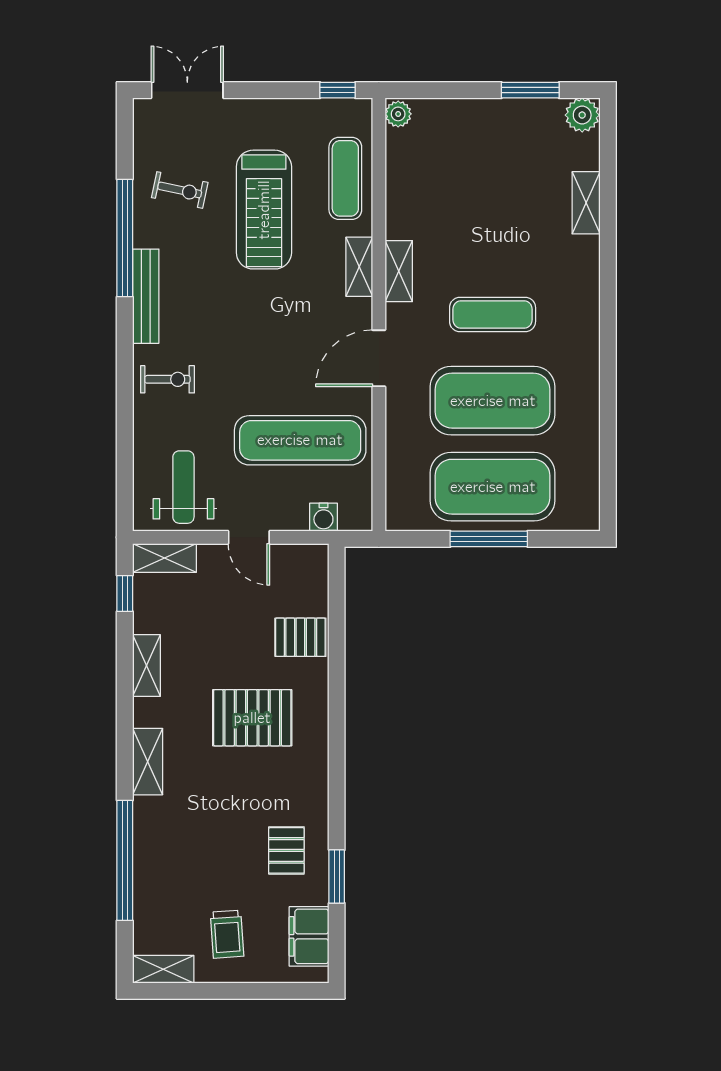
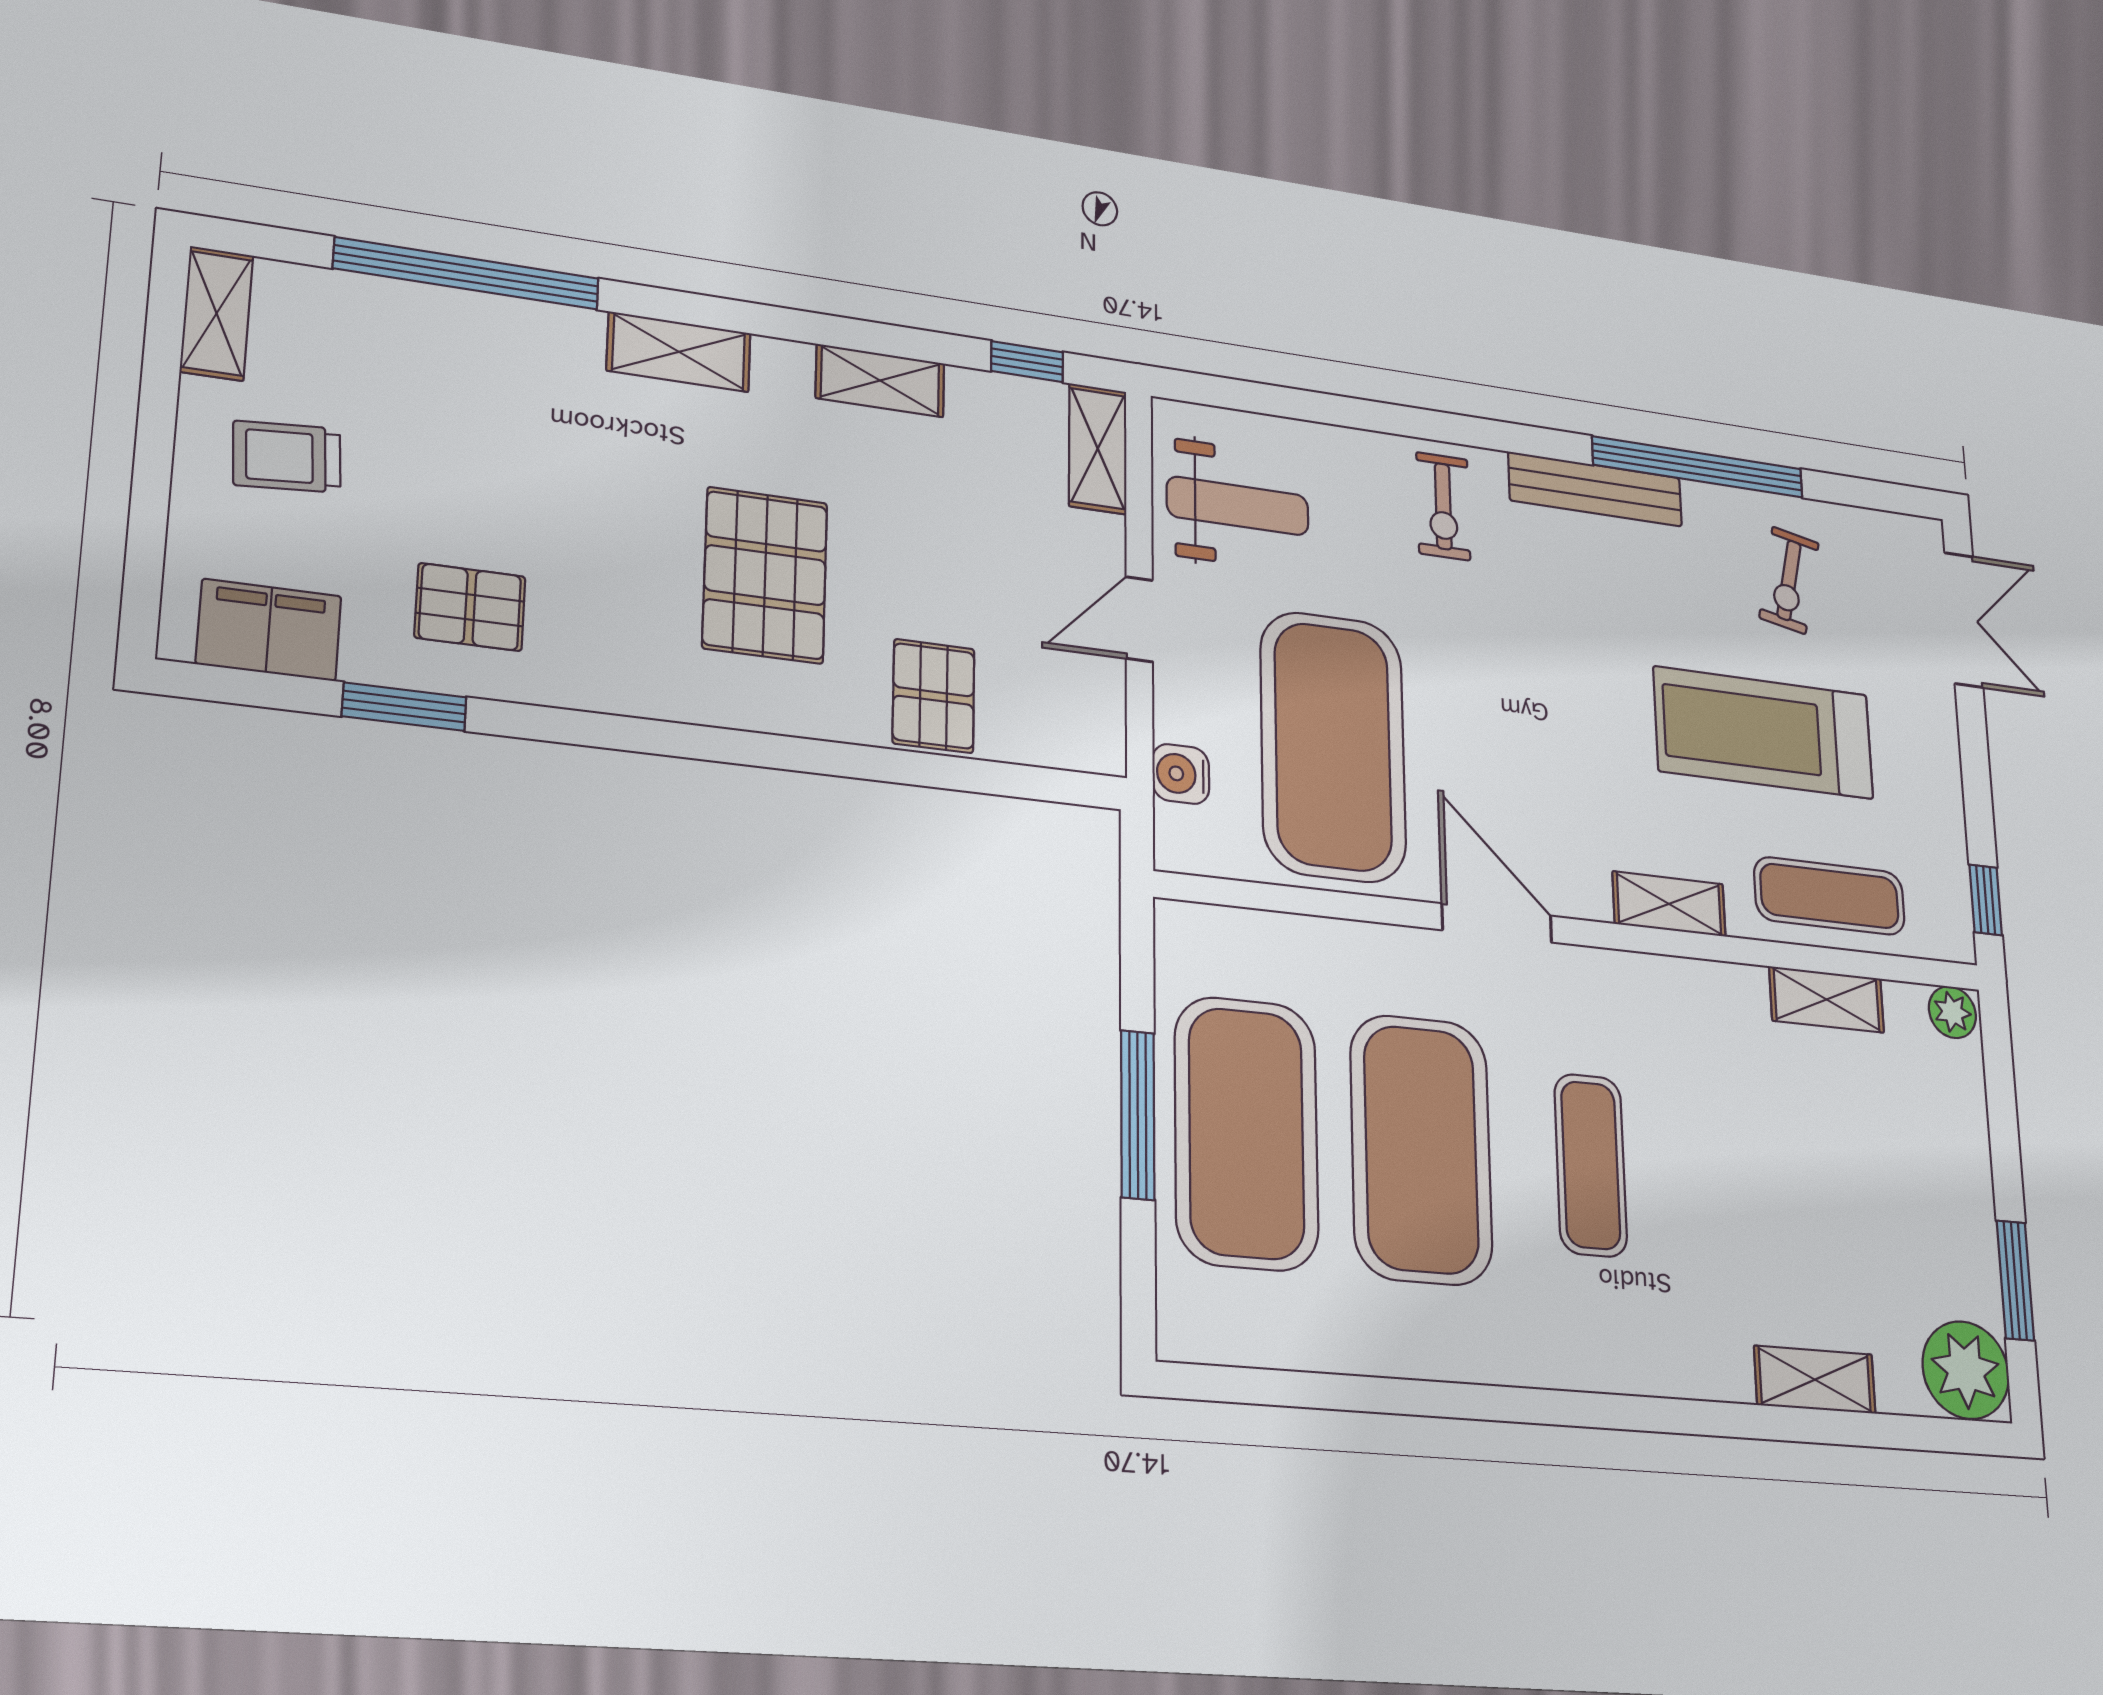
plant: (582, 115) -> (1966, 1370), width x1.36, depth x1.36
shelving: (399, 271) -> (1827, 1000), moved
exercise mat: (300, 440) -> (1333, 746), width x1.47

